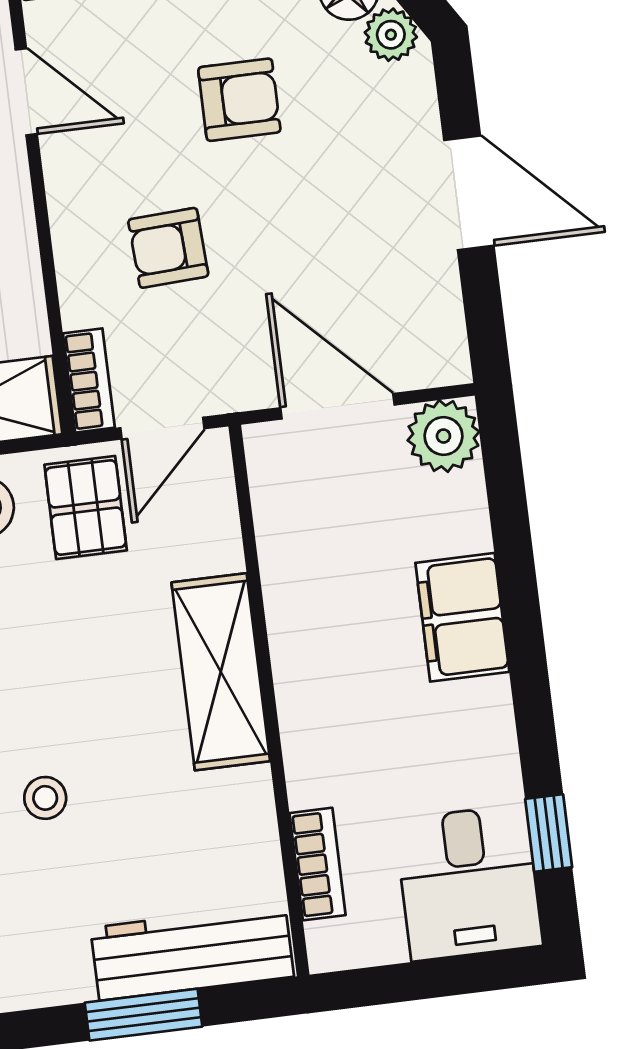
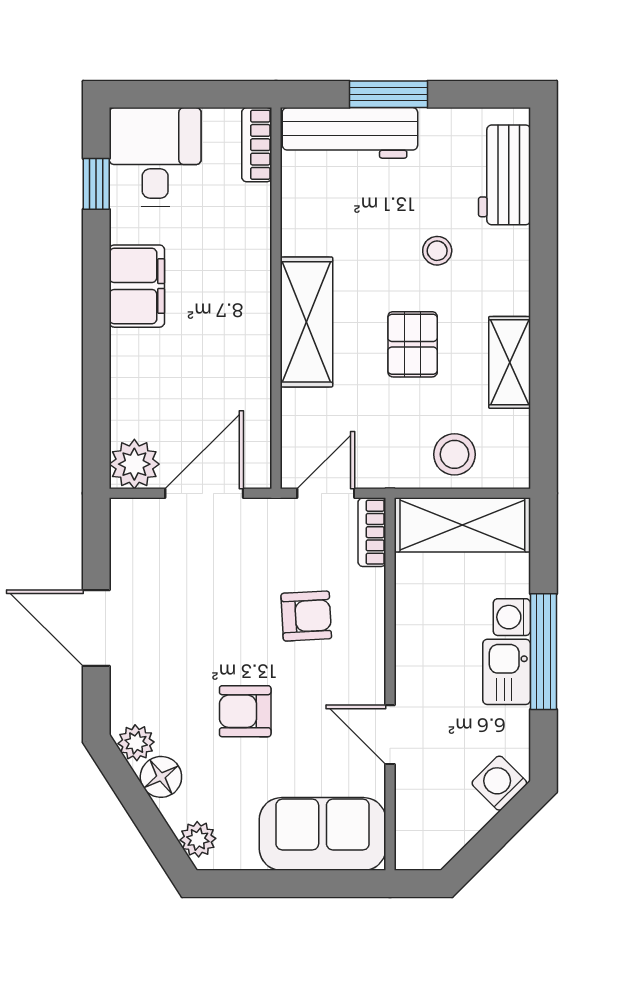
door: (337, 406) -> (204, 493), swing flipped
pallet: (86, 507) -> (413, 344), moved
filing cabinet: (462, 617) -> (137, 286), moved
bookcase: (318, 864) -> (257, 145), moved

